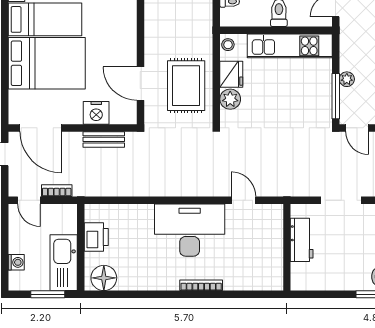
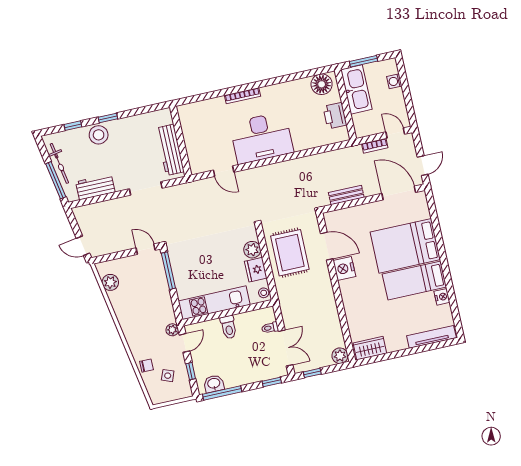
plant: (347, 79) -> (172, 330), moved
nightstand: (96, 113) -> (344, 268), moved, turned -90
workbench: (302, 240) -> (170, 150), width x1.38

